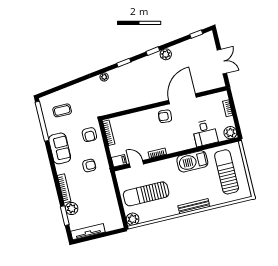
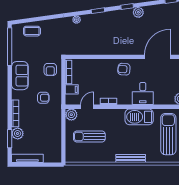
door: (182, 99) -> (157, 57), moved
coffee table: (62, 110) -> (32, 31), moved
desk: (205, 133) -> (143, 93), moved
filing cabinet: (119, 161) -> (72, 89), moved
door: (137, 164) -> (87, 107), hinge flipped
sun lounger: (146, 194) -> (89, 136), width x0.73, depth x0.75
plant: (133, 219) -> (71, 115), moved

